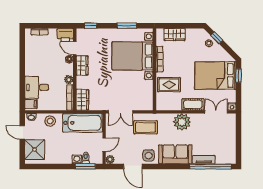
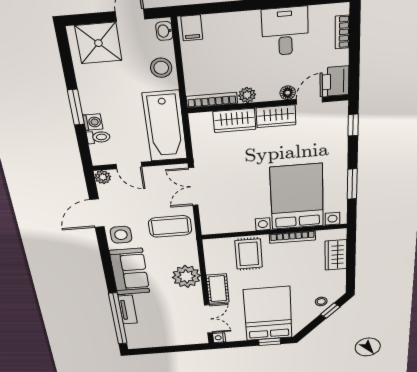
desk: (37, 87) -> (285, 31), moved
wardrobe: (82, 100) -> (234, 120), moved
coffee table: (146, 127) -> (170, 226), turned 90
window: (85, 167) -> (76, 107), moved

